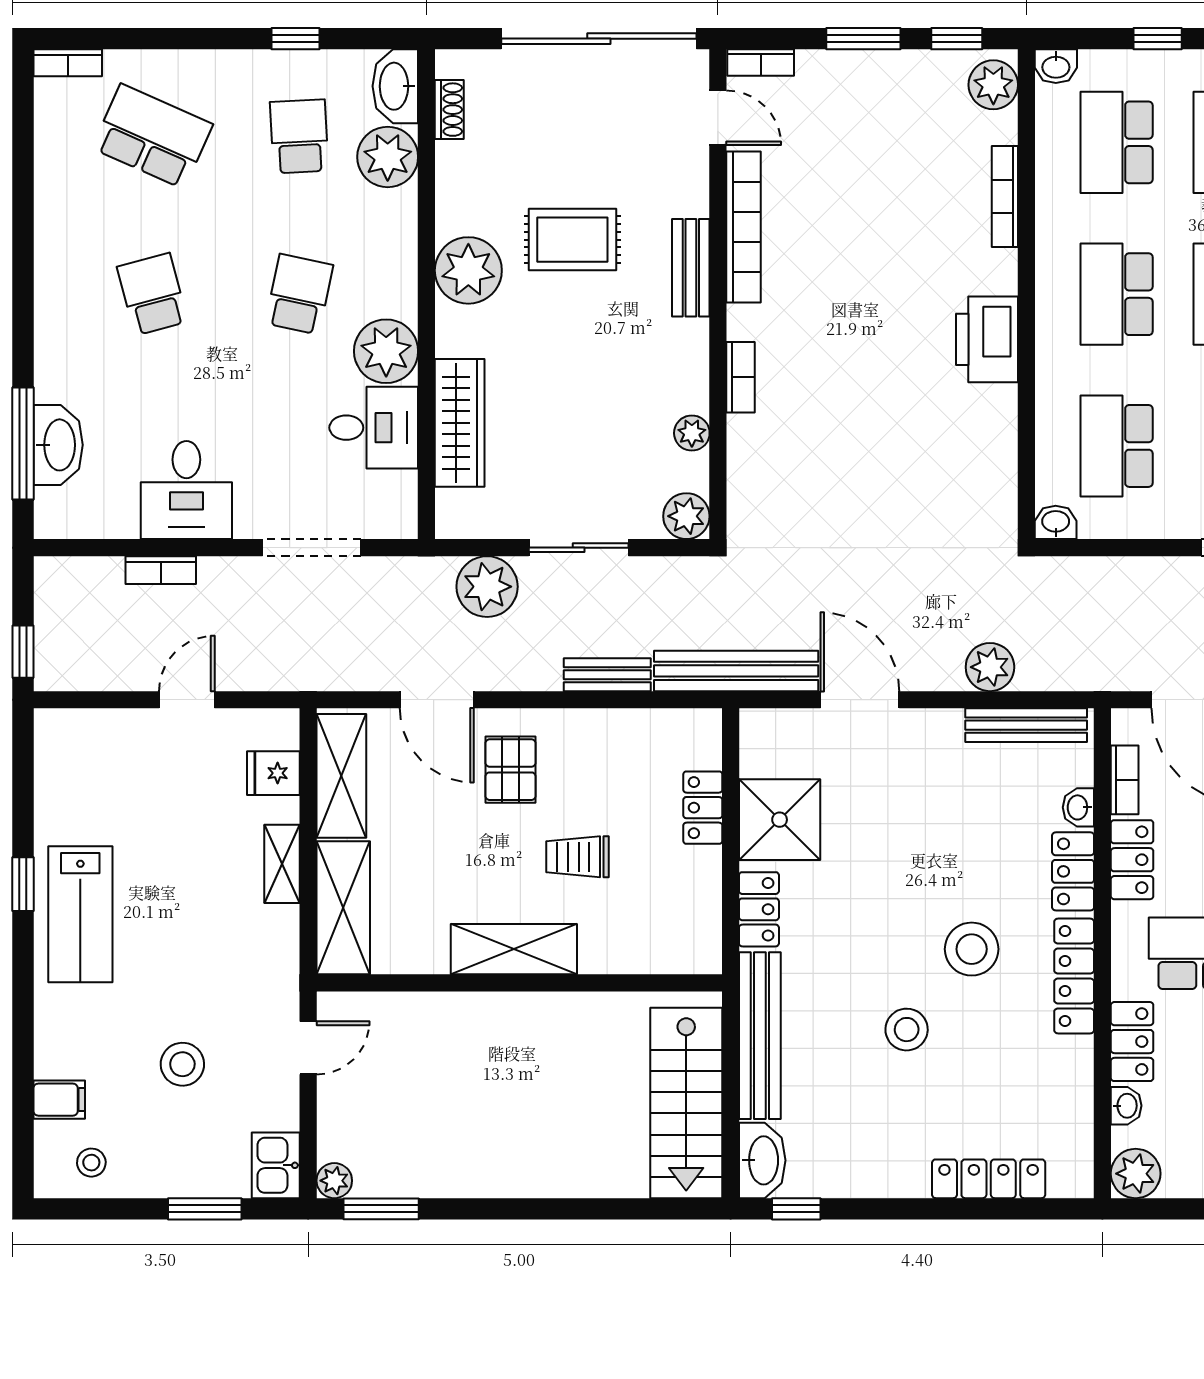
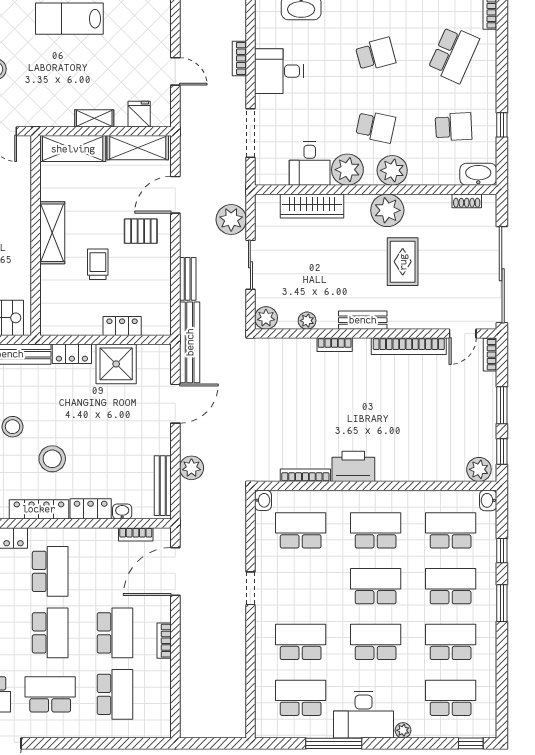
plant: (388, 157) -> (392, 170), moved
bookcase: (1005, 197) -> (305, 475), moved
bench: (691, 268) -> (363, 320), moved
locker: (1132, 860) -> (96, 538), removed

